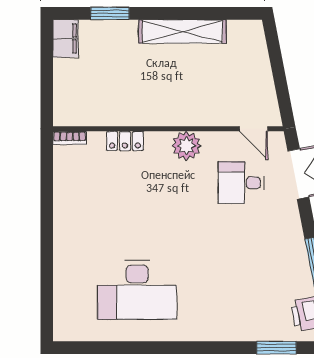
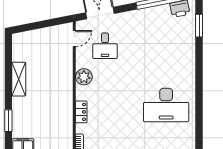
shelving: (182, 31) -> (19, 79), width x0.68
desk: (137, 290) -> (166, 105), turned 90

